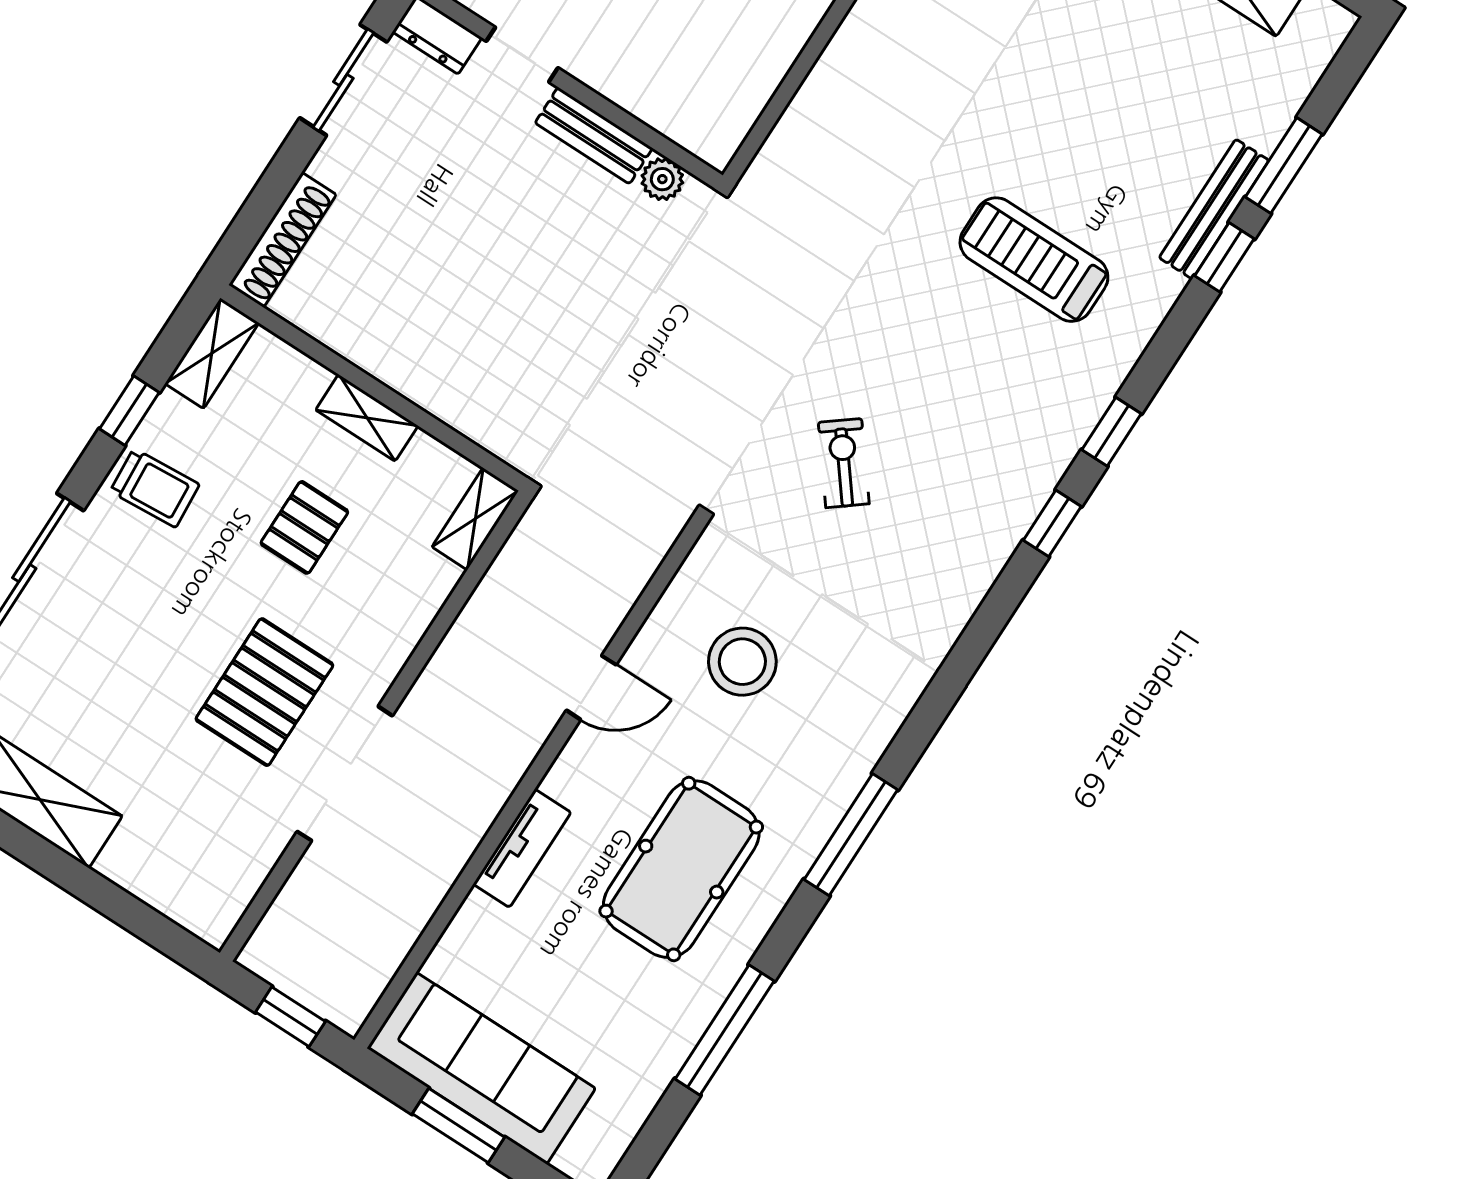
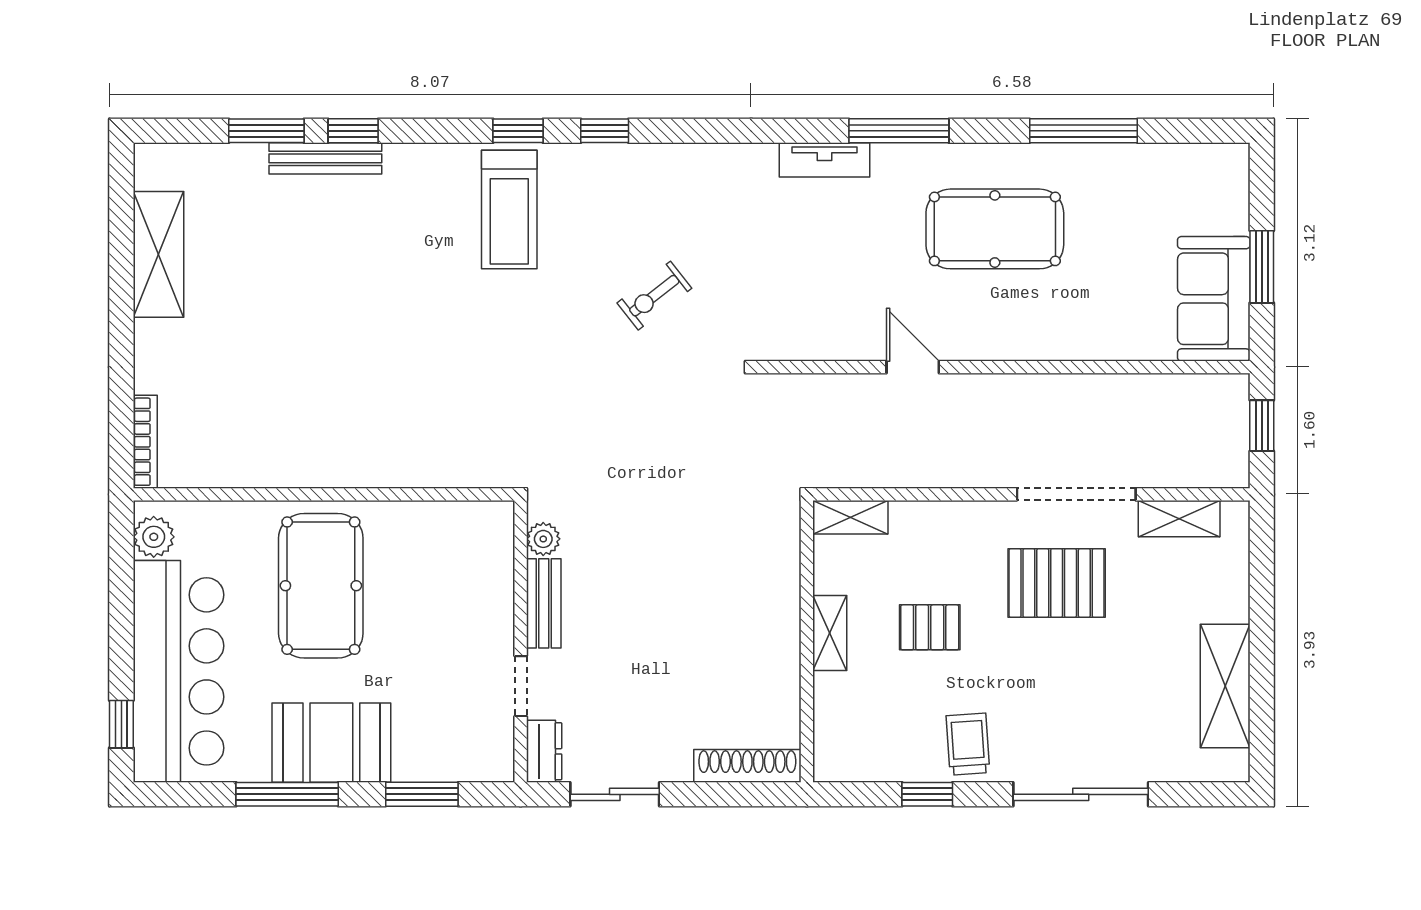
treadmill: (1034, 260) -> (509, 210), moved
shelving: (212, 353) -> (1179, 519), moved
stool: (742, 662) -> (830, 278), removed
tv unit: (522, 848) -> (825, 160), moved, turned 180
sofa: (481, 1068) -> (1214, 299), width x0.73

